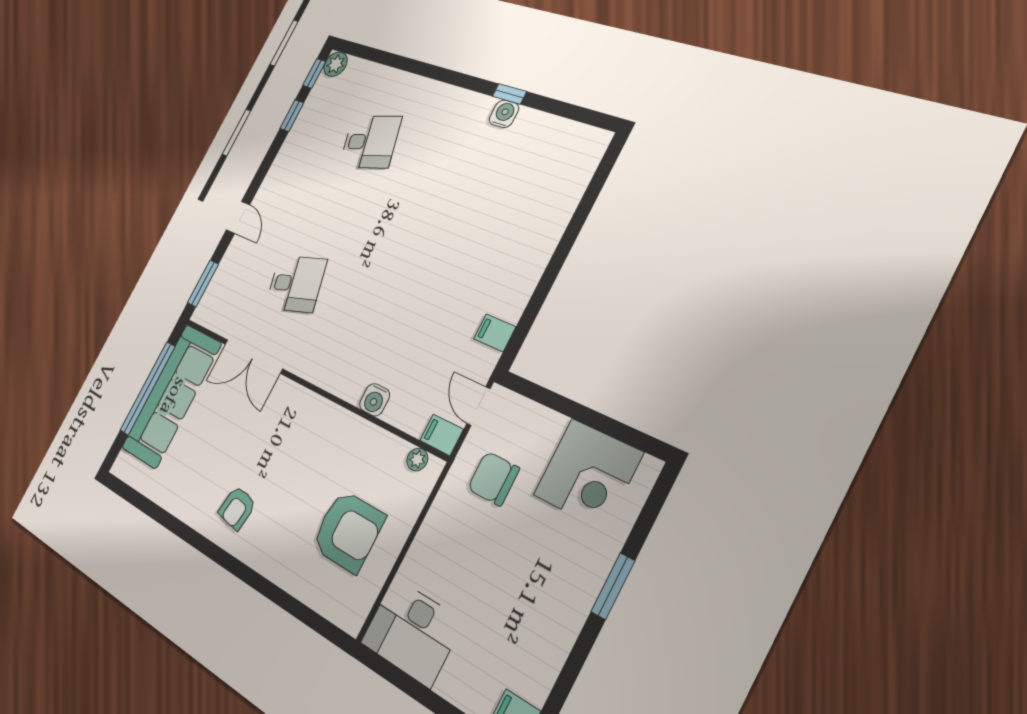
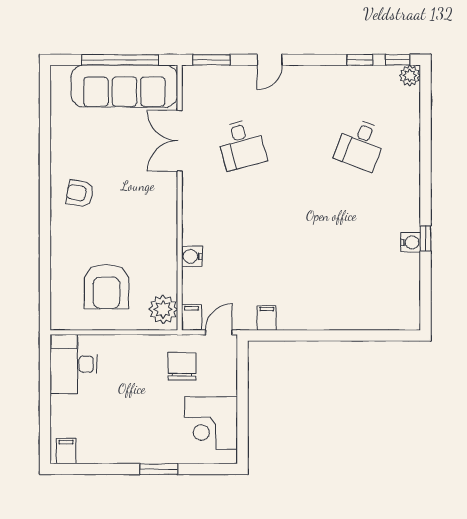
desk: (370, 142) -> (361, 145), turned 36
plant: (417, 459) -> (163, 309), width x1.88, depth x1.88

